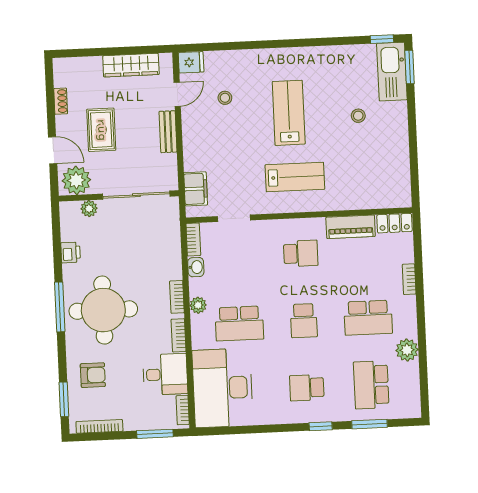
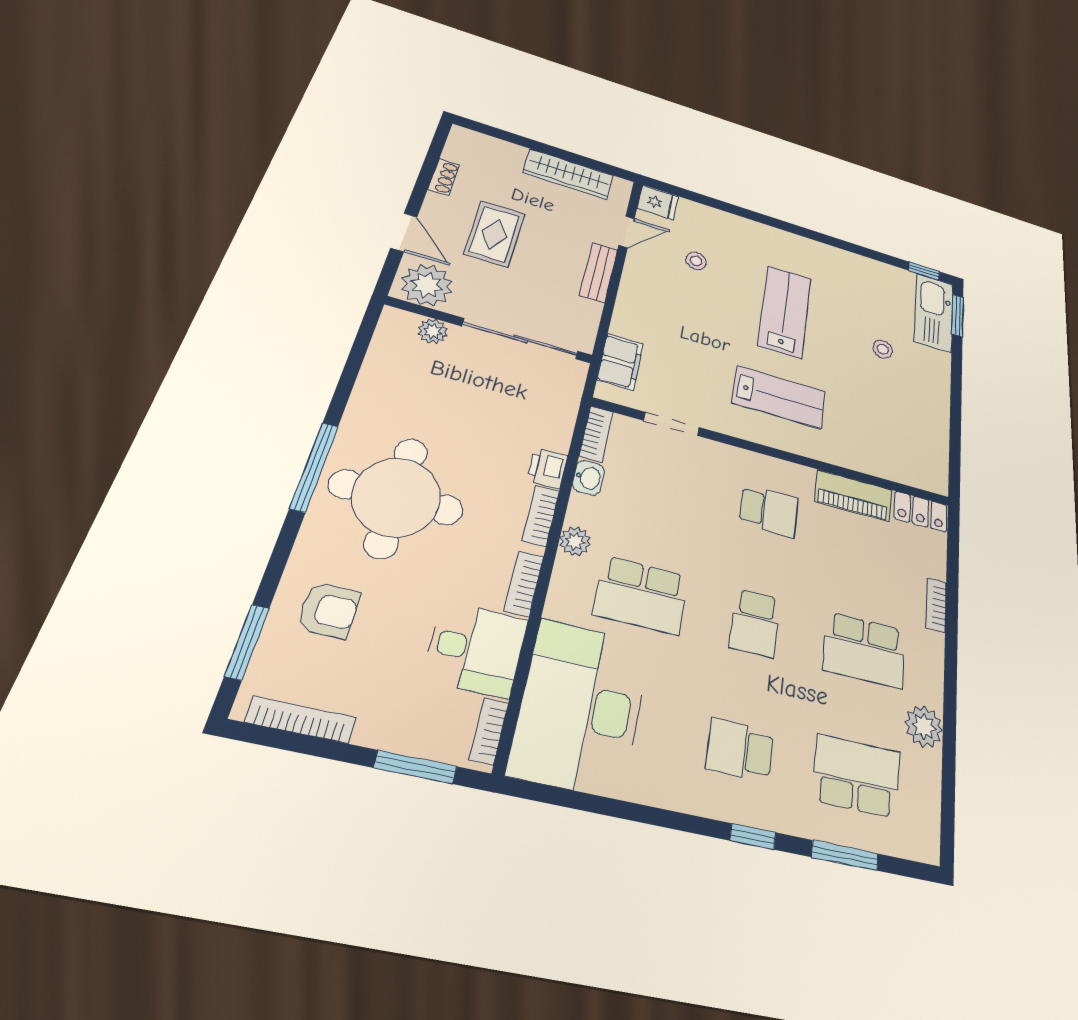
printer: (71, 252) -> (547, 468), moved, turned 180
school desk: (371, 385) -> (856, 776), turned 90

